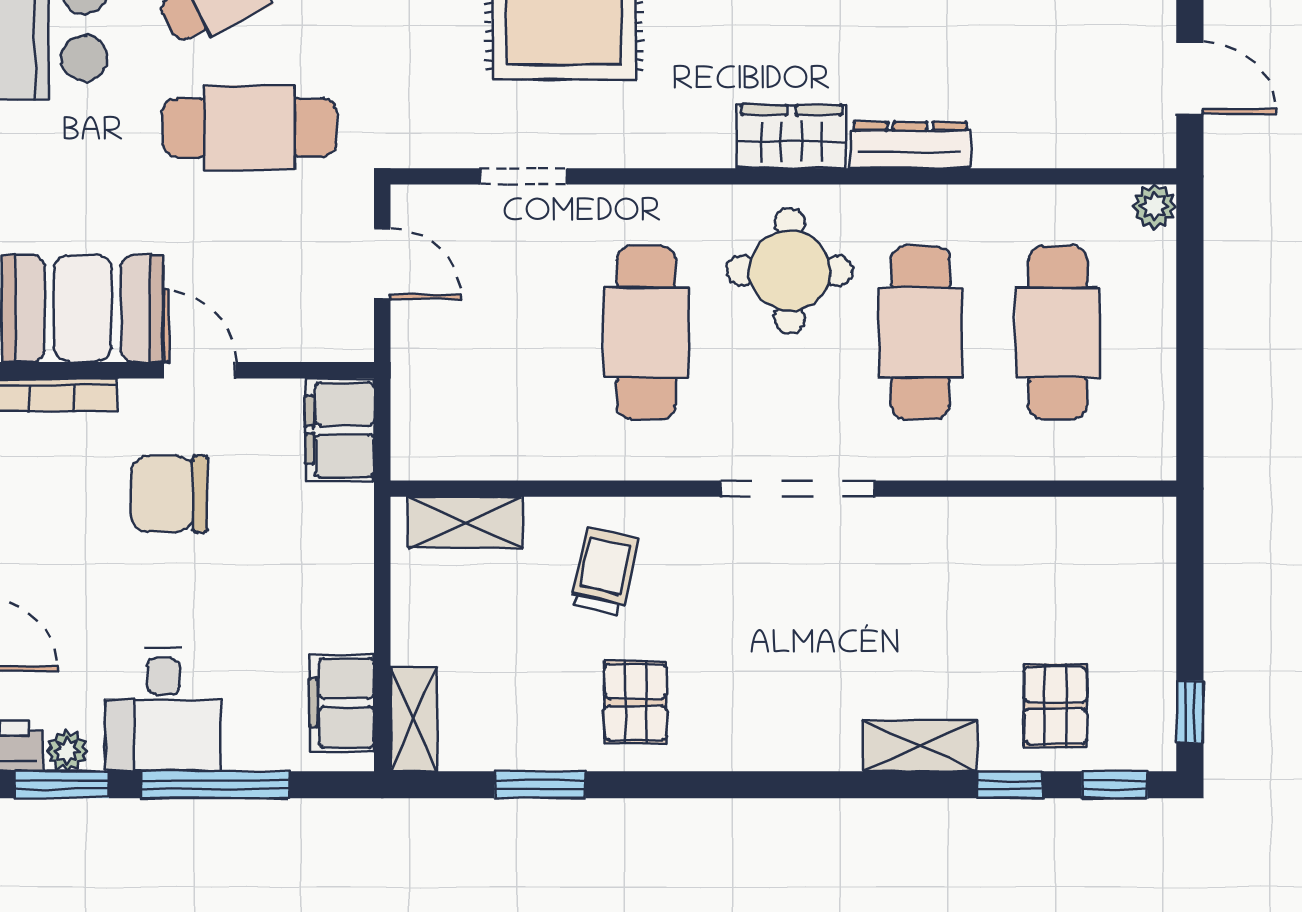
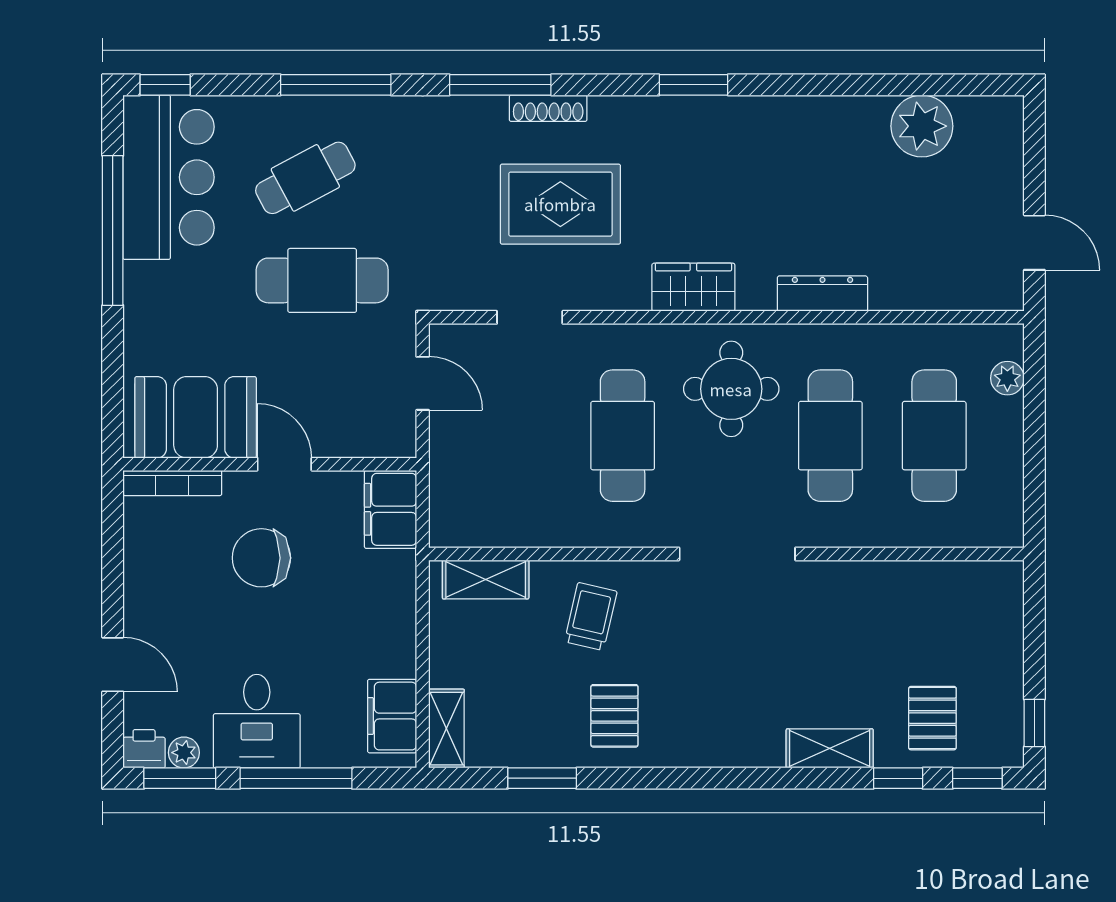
wardrobe: (792, 137) -> (693, 287), moved
plant: (1154, 207) -> (1007, 378), moved

